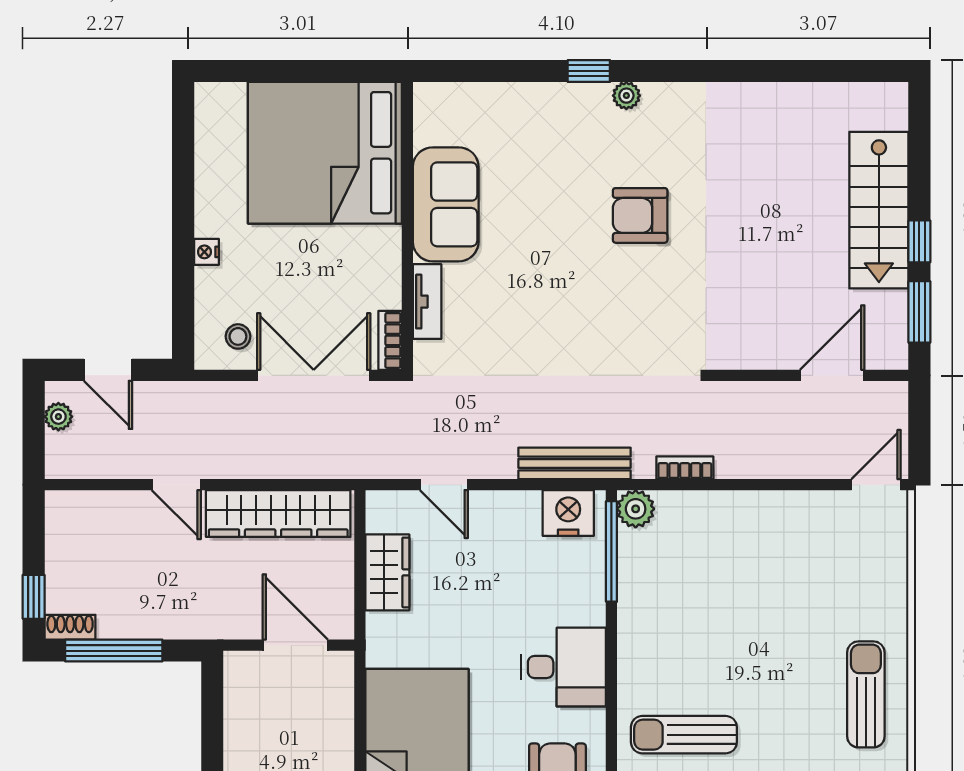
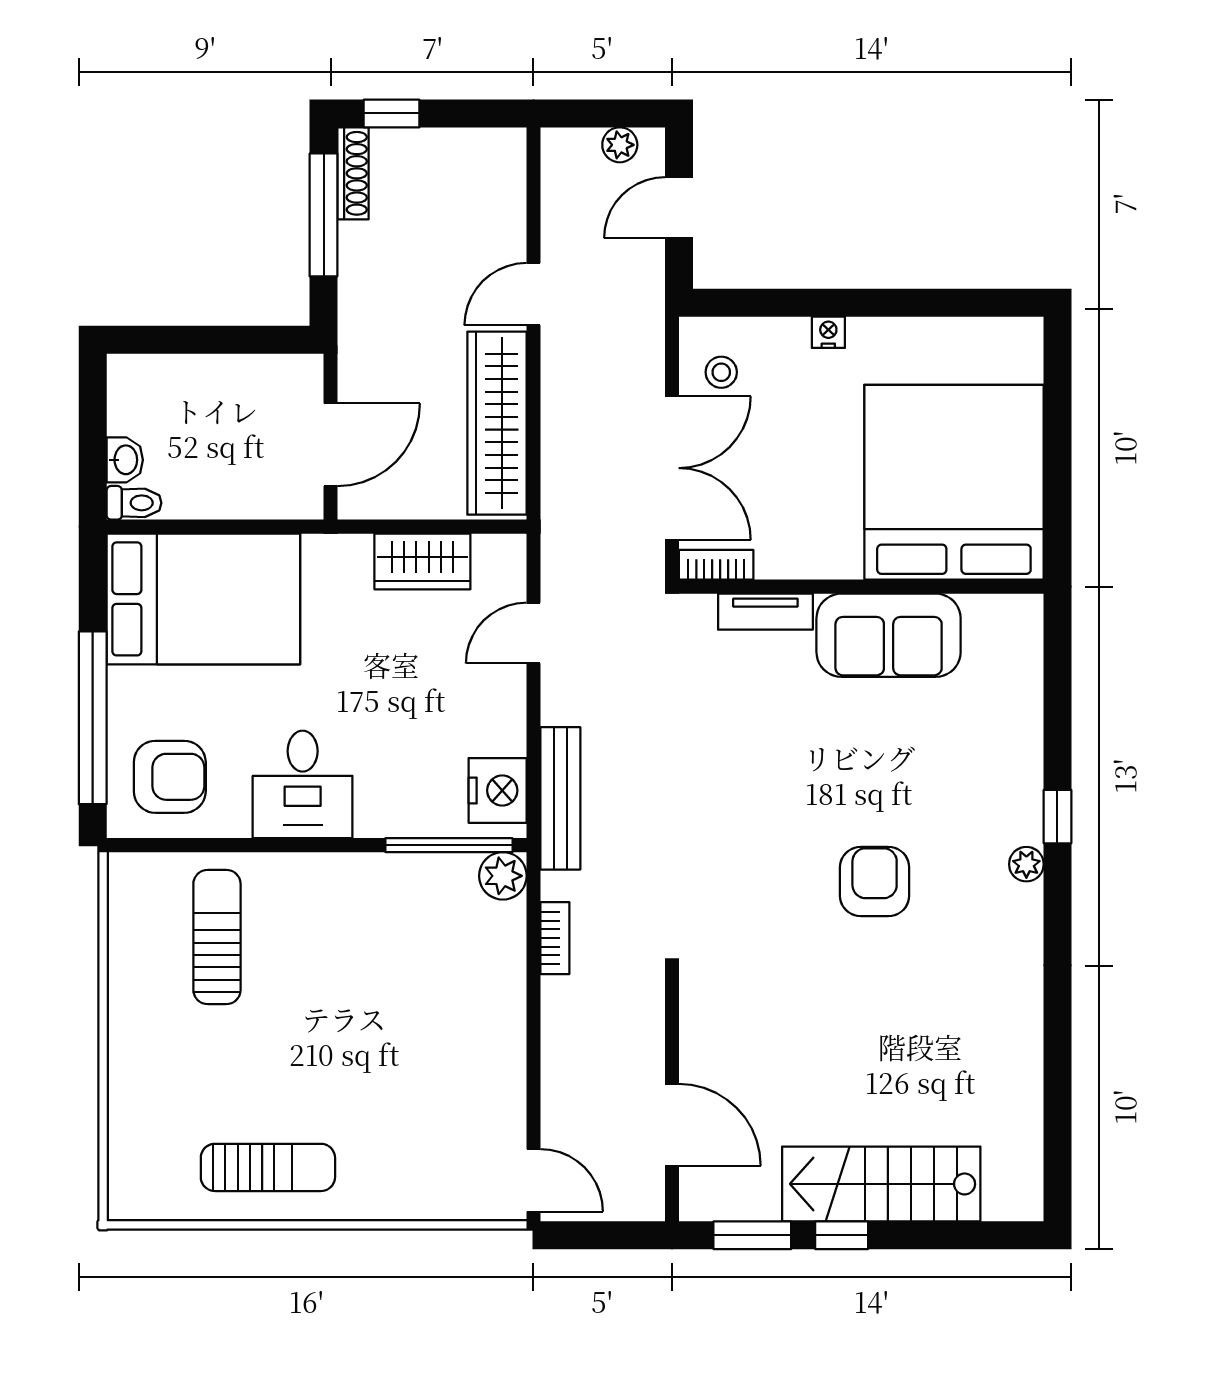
shoe rack: (70, 627) -> (353, 173), width x1.43

